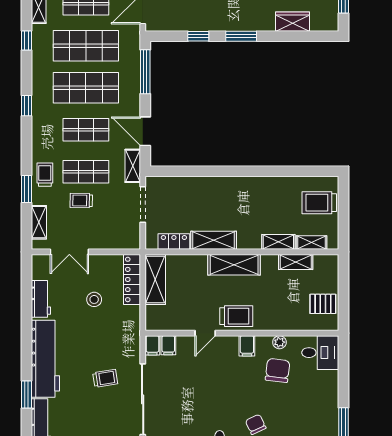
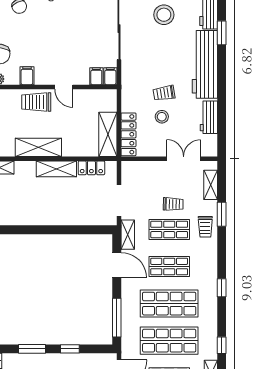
door: (205, 333) -> (64, 87), swing flipped
trolley: (105, 378) -> (164, 93), moved
stool: (92, 415) -> (164, 15), added

